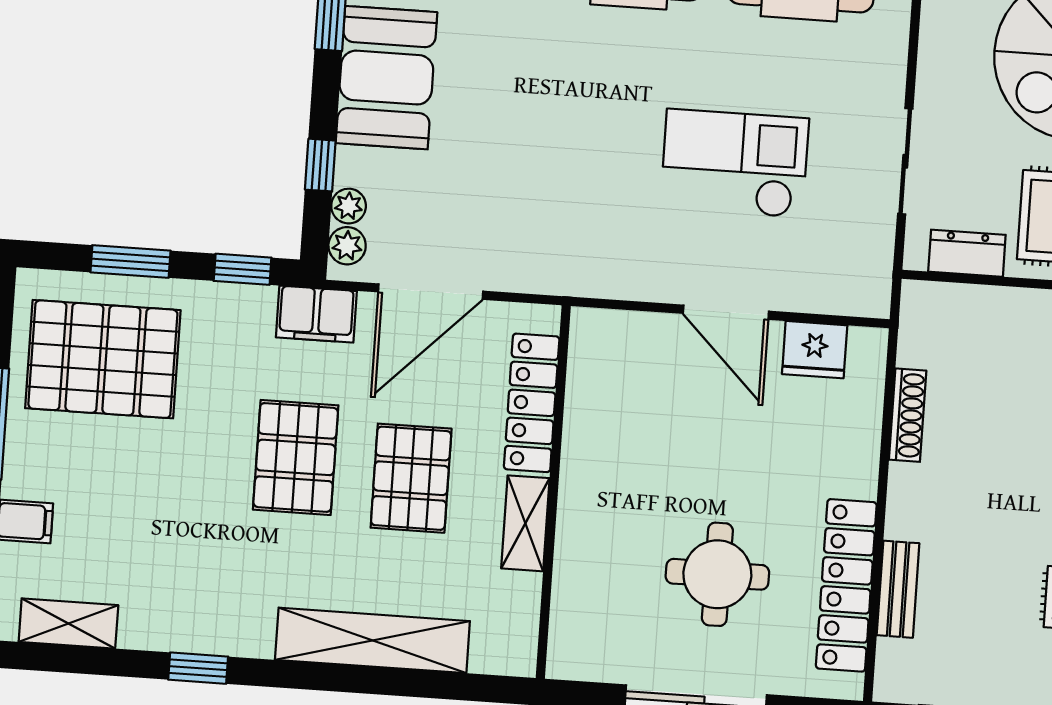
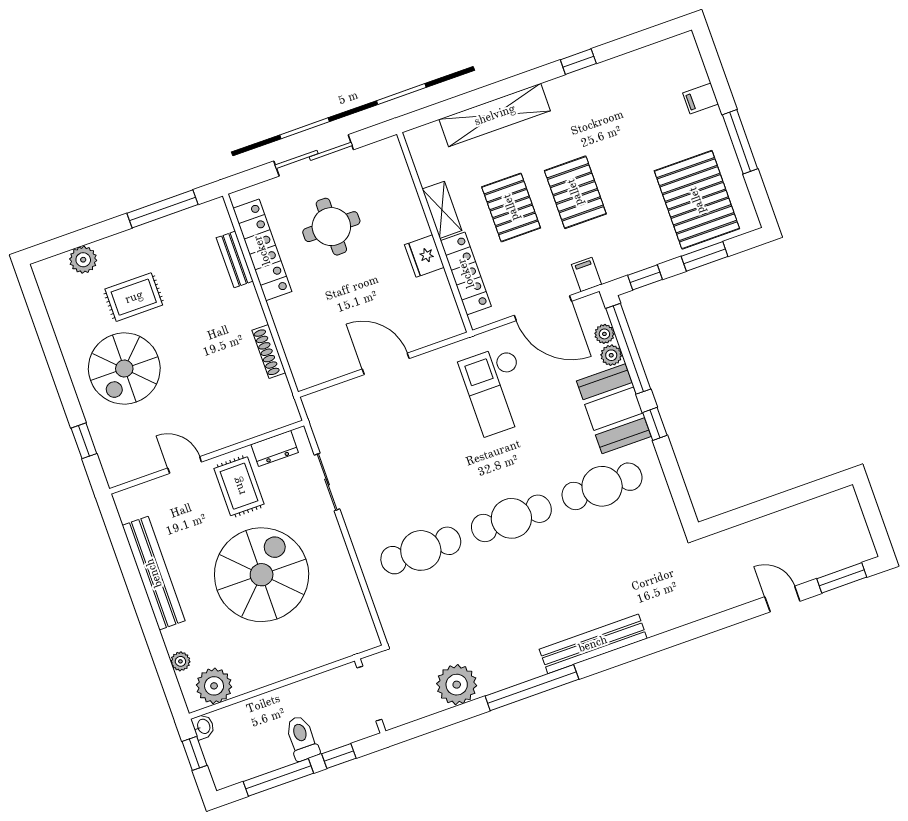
checkout: (735, 163) -> (497, 390), moved, turned 90
window: (320, 165) -> (628, 349), width x3.17
plant: (347, 246) -> (611, 355), moved
door: (431, 292) -> (543, 308), swing flipped
filing cabinet: (316, 314) -> (587, 275), width x0.50
fridge: (815, 350) -> (424, 256), moved, turned -90
pallet: (103, 359) -> (697, 200), turned 90
shelving: (68, 624) -> (655, 56), removed

